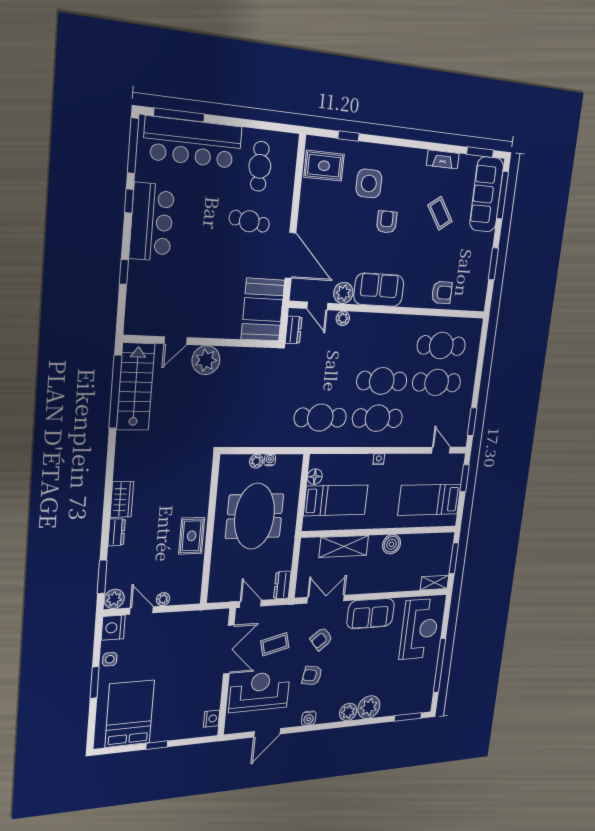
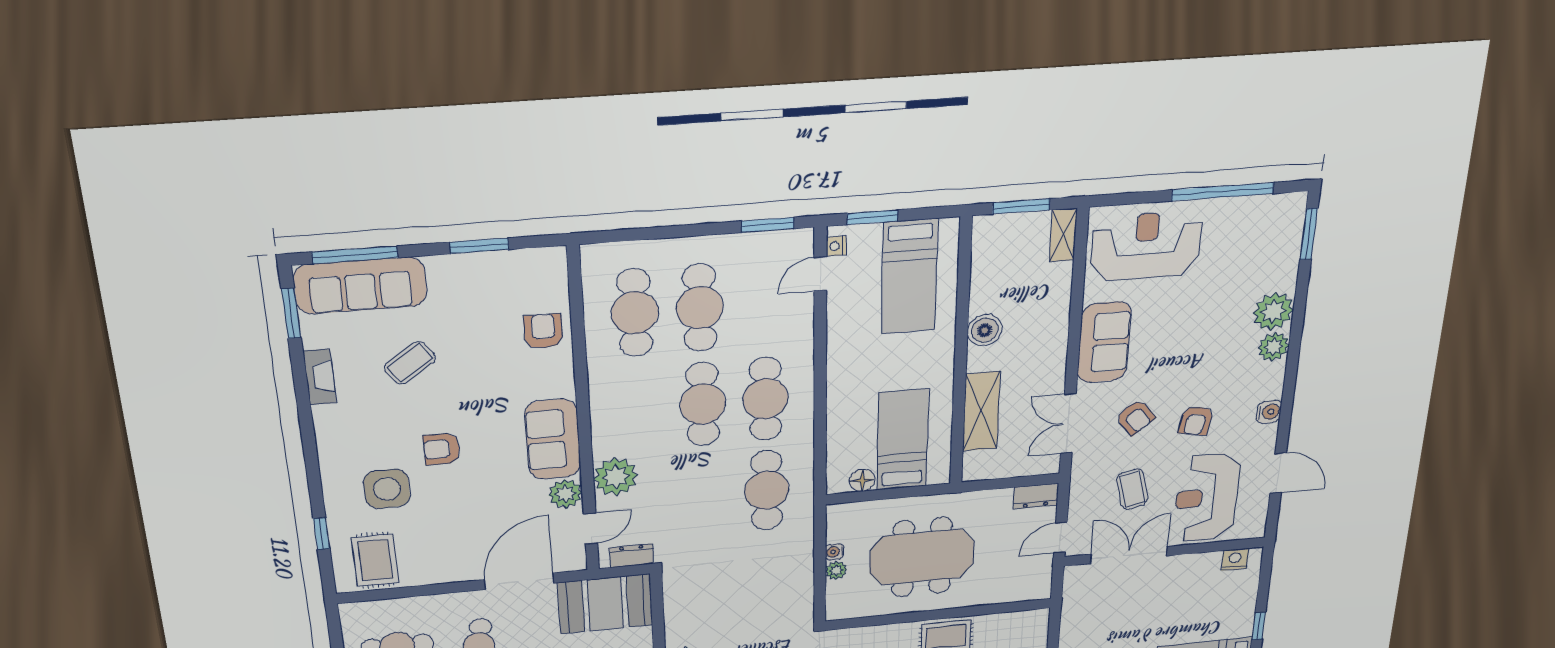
plant: (343, 318) -> (616, 477), width x1.87, depth x1.87
nightstand: (379, 459) -> (836, 246), moved

